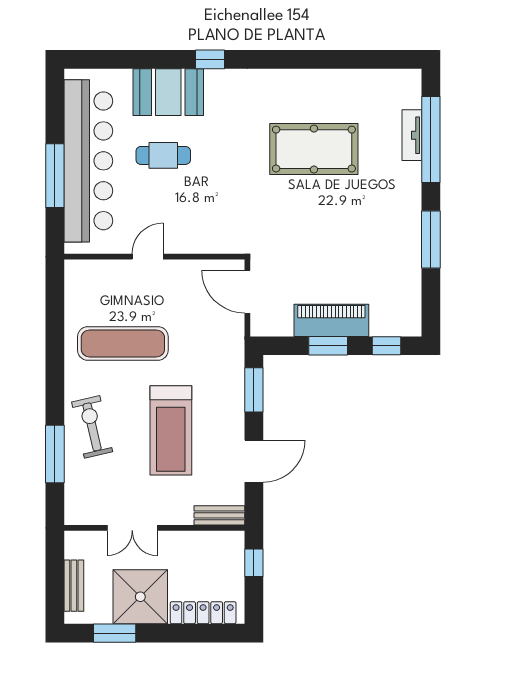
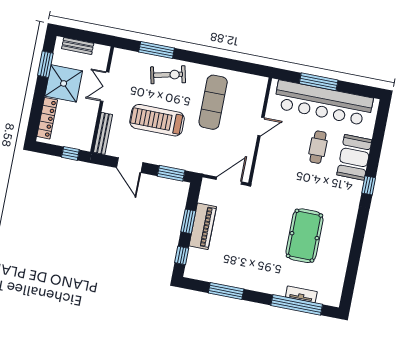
window: (431, 240) -> (226, 291), moved
door: (148, 257) -> (261, 127), hinge flipped
bench: (219, 515) -> (103, 133), width x1.36

